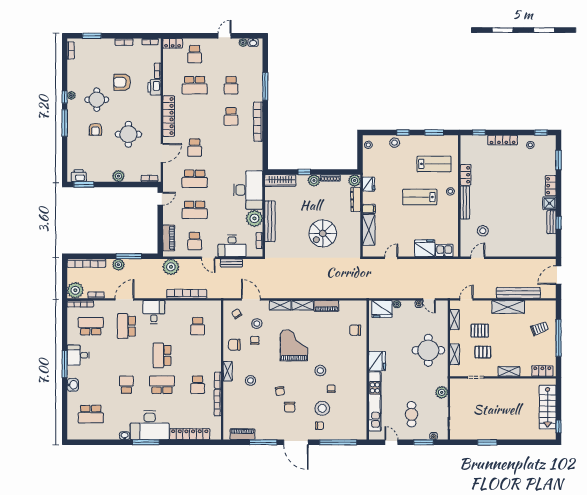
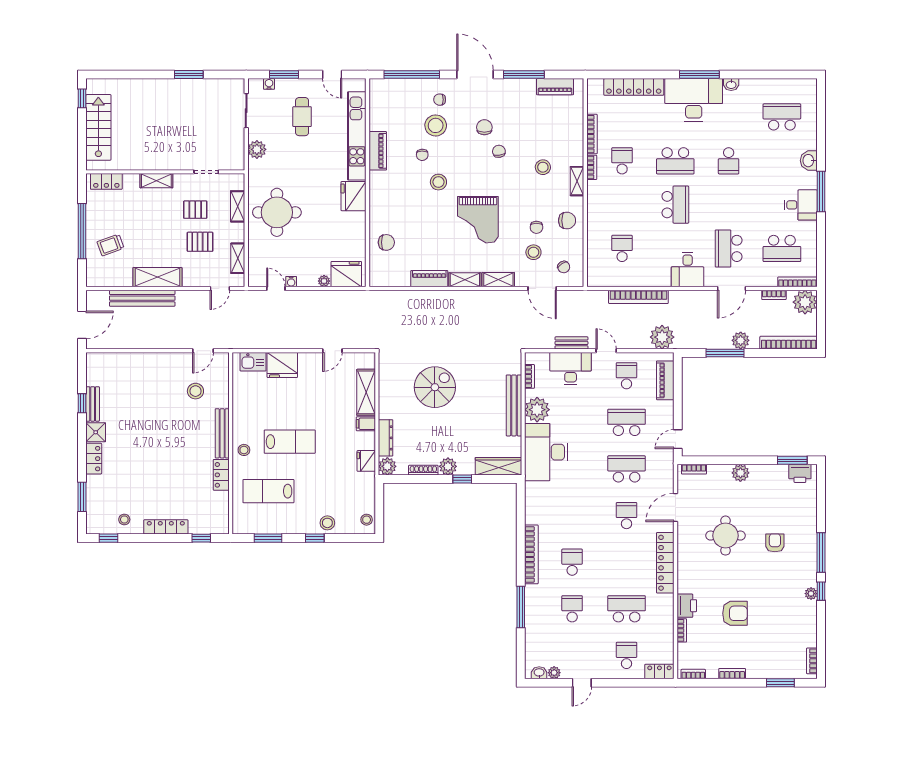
round table: (97, 100) -> (773, 587), removed
school desk: (126, 326) -> (729, 248), turned 180
piano: (361, 391) -> (378, 151), added

